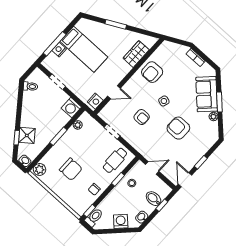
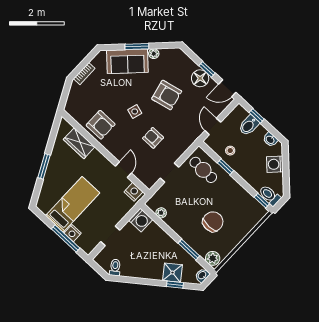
armchair: (142, 117) -> (153, 138), turned -90
armchair: (178, 128) -> (167, 95), turned -103
window: (58, 136) -> (189, 250), moved
floor lamp: (193, 156) -> (200, 78), added
chair: (94, 189) -> (237, 195), removed

